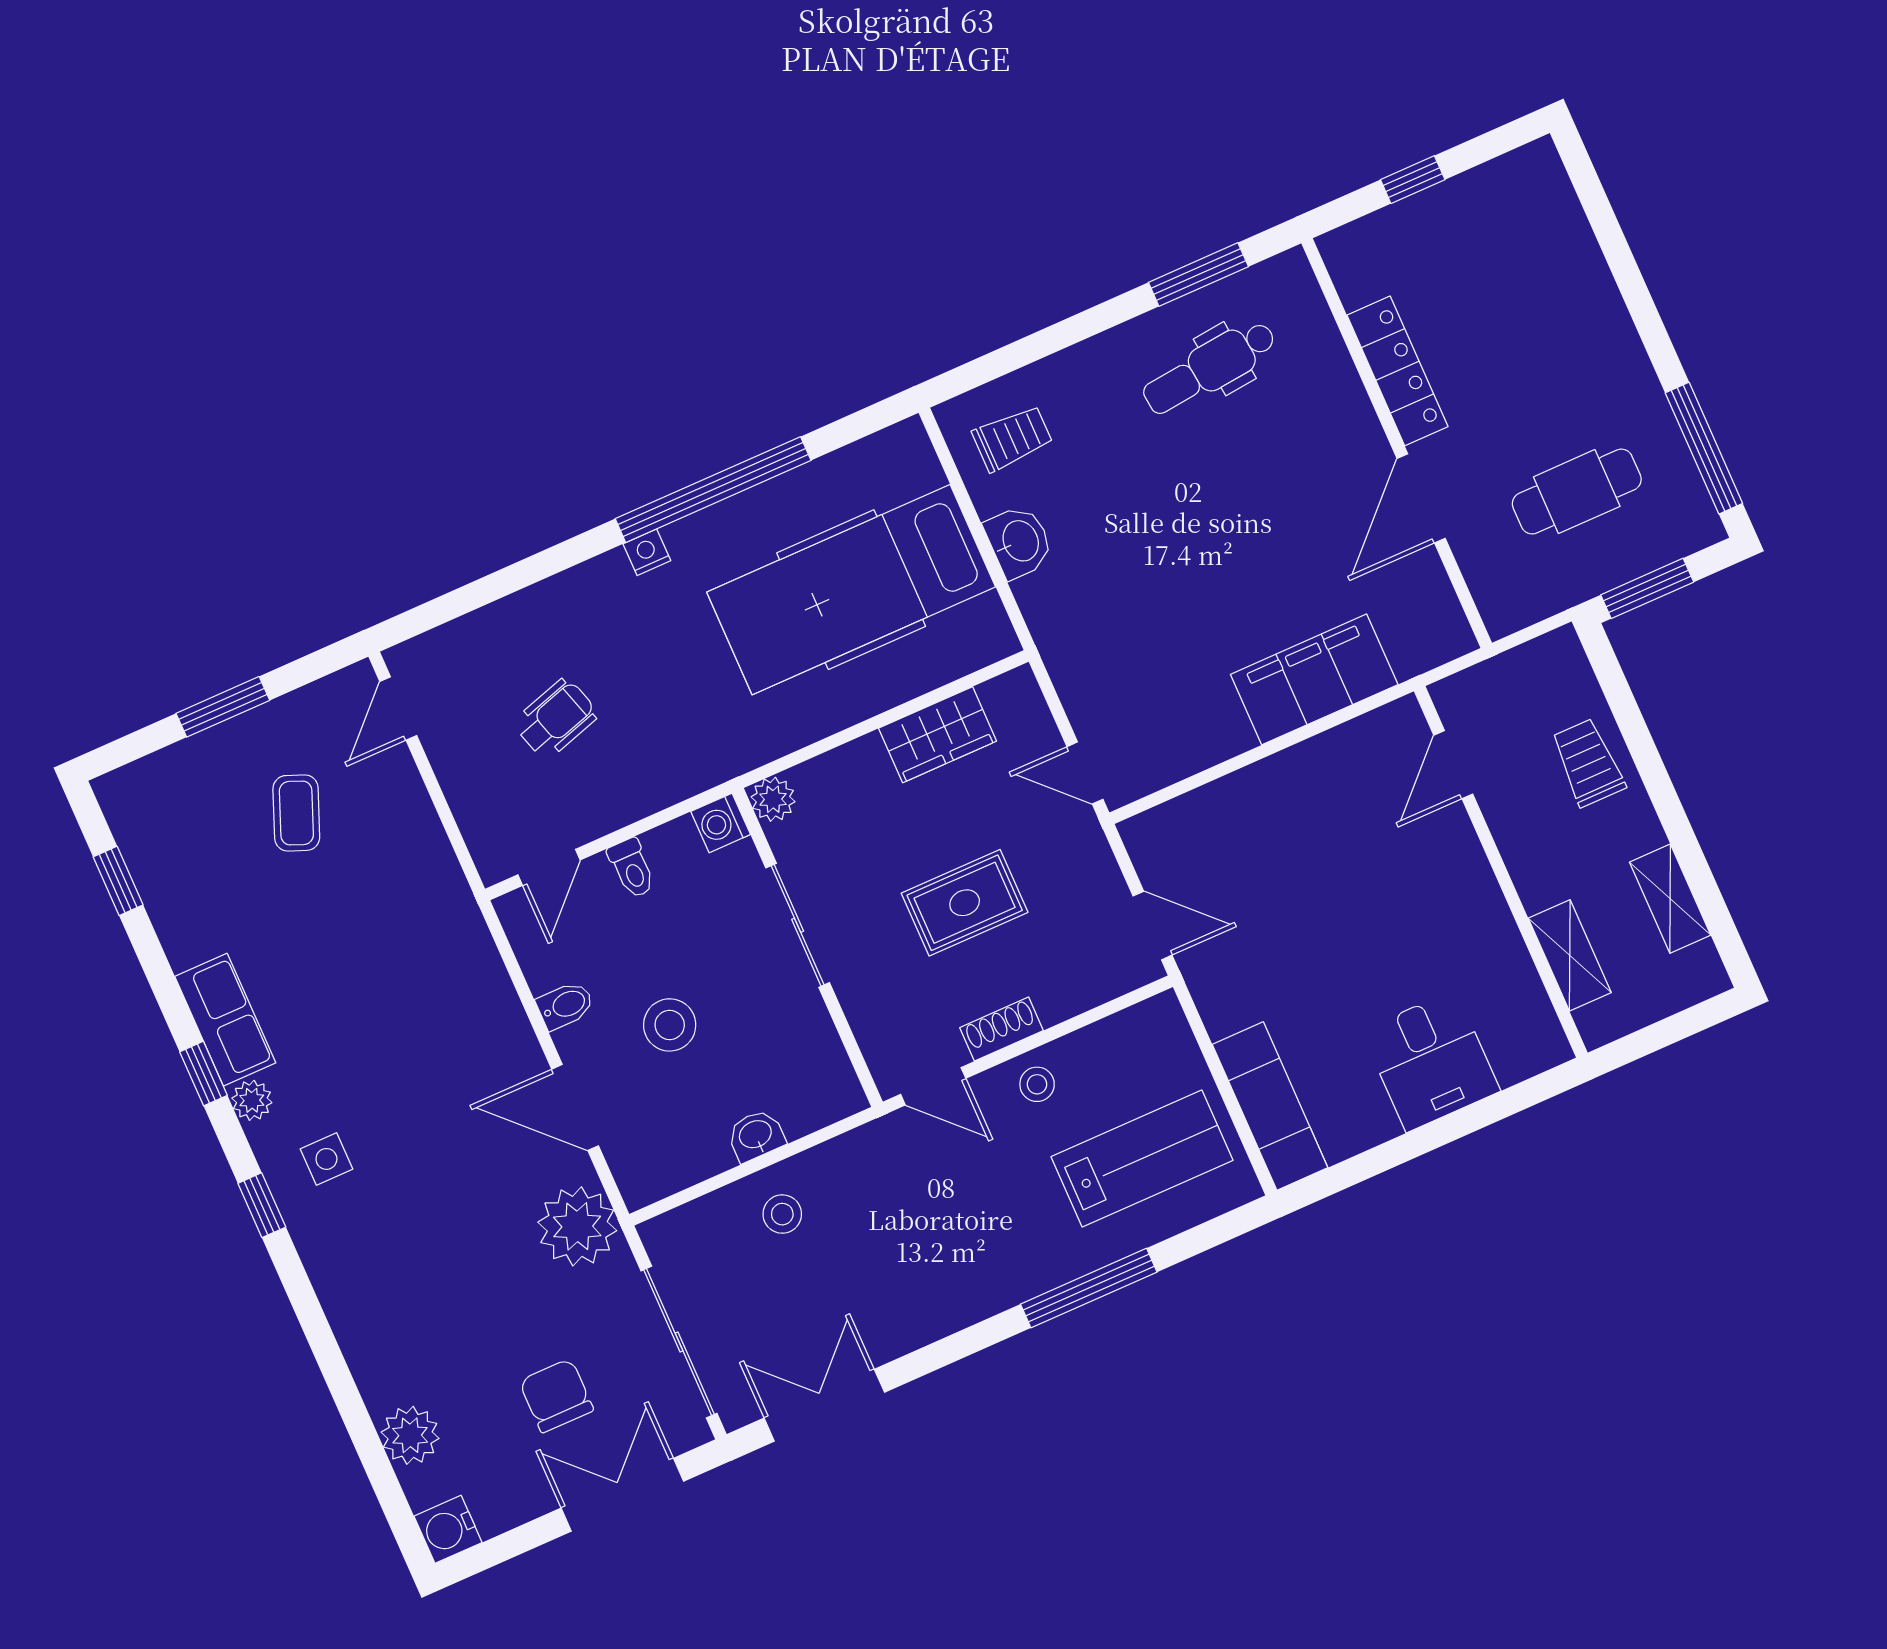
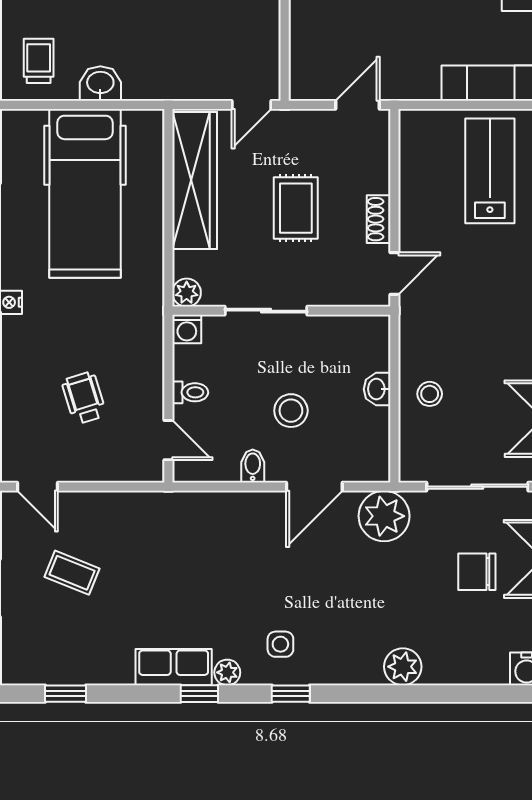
wardrobe: (938, 735) -> (195, 181), width x2.10, depth x1.17
stool: (1037, 1084) -> (420, 213), removed
plant: (410, 1435) -> (403, 667), moved

